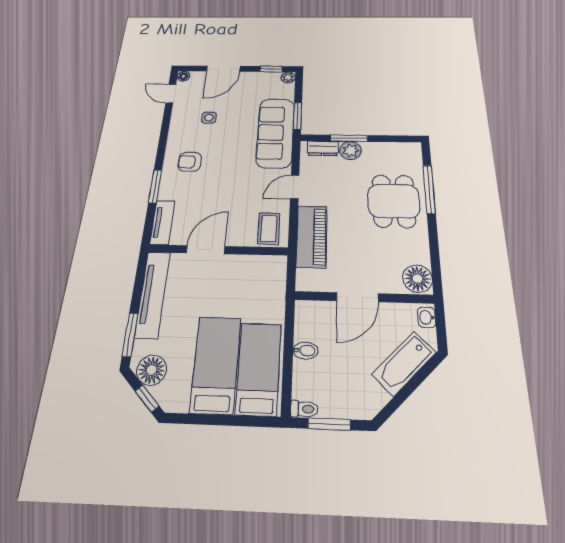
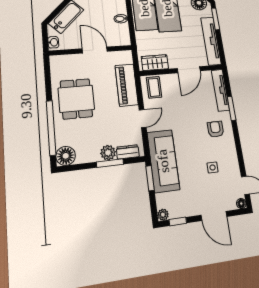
door: (223, 69) -> (214, 216), swing flipped
armchair: (190, 162) -> (215, 129), turned -90
window: (429, 189) -> (51, 128), width x1.46
dining table: (394, 201) -> (76, 99), moved
tv unit: (162, 222) -> (220, 90), width x1.41
wardrobe: (260, 267) -> (155, 63), added
floor lamp: (417, 279) -> (66, 156), moved
door: (357, 297) -> (95, 50), hinge flipped

